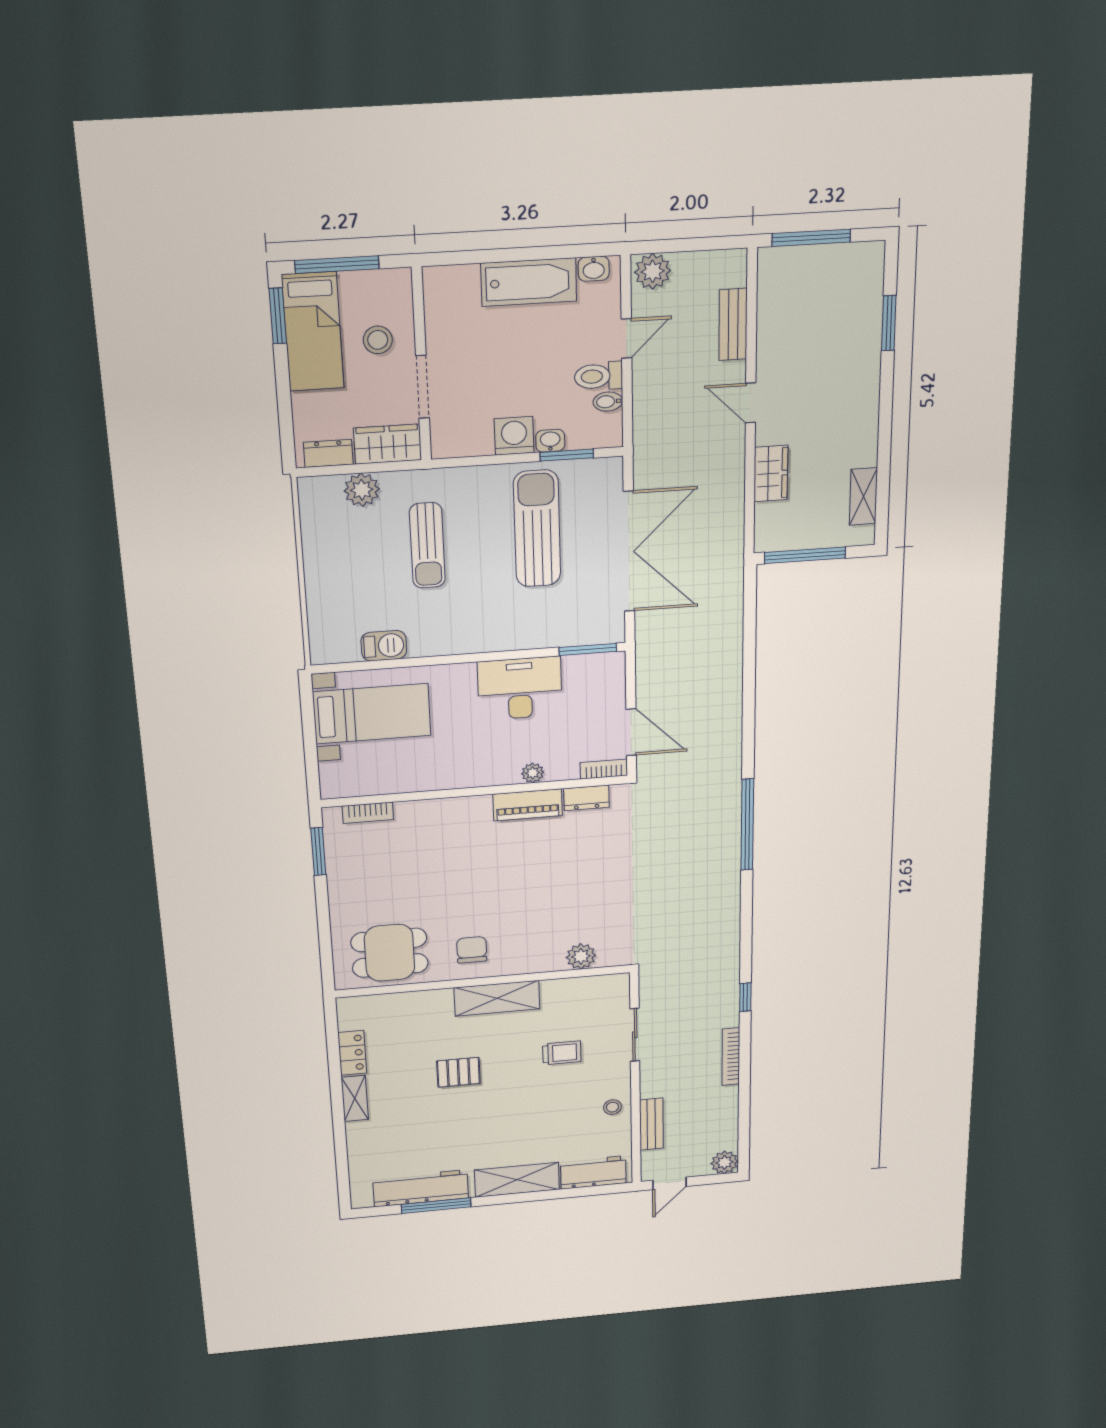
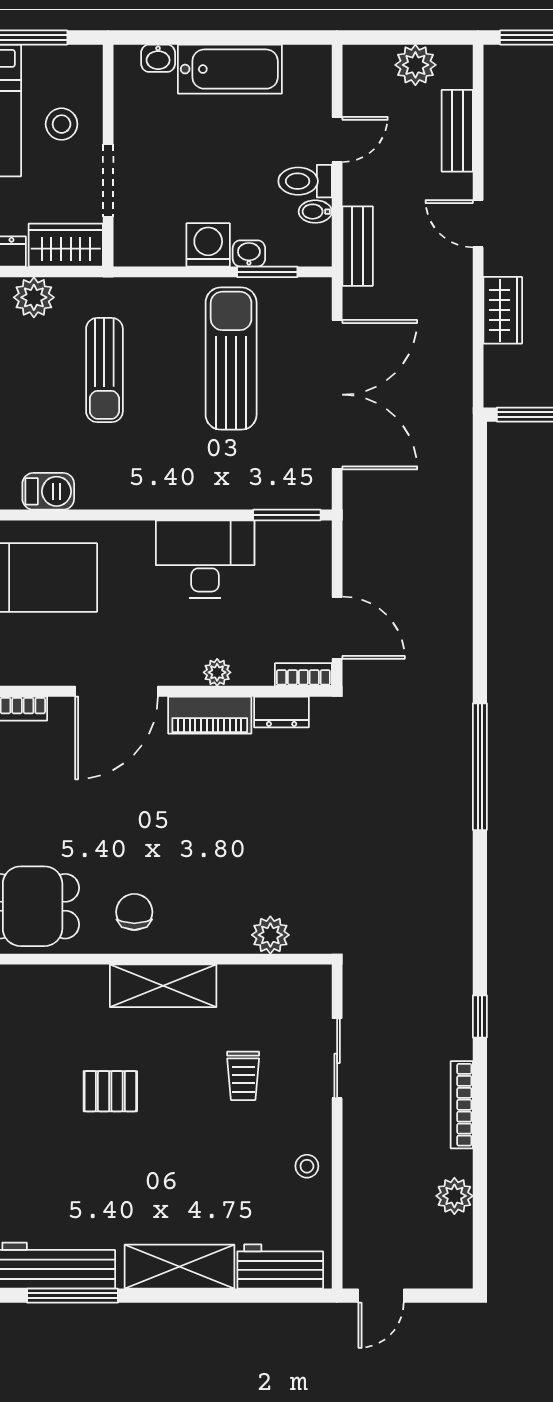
washbasin: (594, 269) -> (158, 58), moved
plant: (653, 271) -> (415, 65), moved
door: (450, 793) -> (116, 691), added
trolley: (562, 1053) -> (243, 1076), turned 90
bench: (651, 1124) -> (358, 246), moved
plant: (724, 1162) -> (454, 1196), moved

